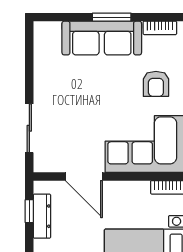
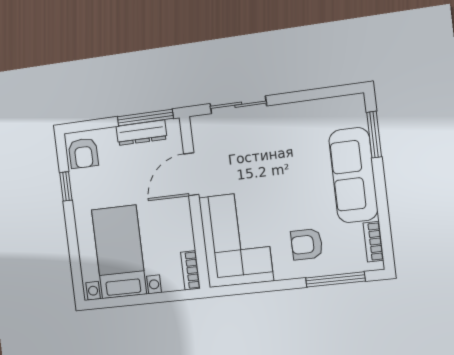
window: (112, 17) -> (374, 135), moved
window: (29, 211) -> (145, 118), width x2.17

